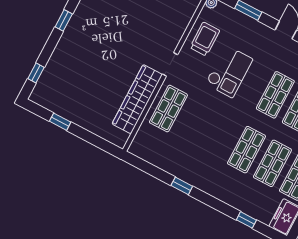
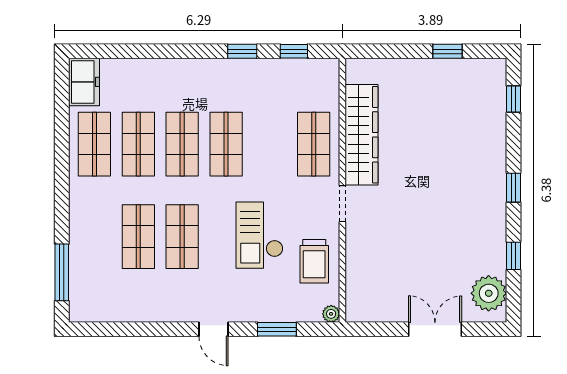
shop shelf: (220, 136) -> (226, 144), added
window: (246, 220) -> (294, 51), moved

